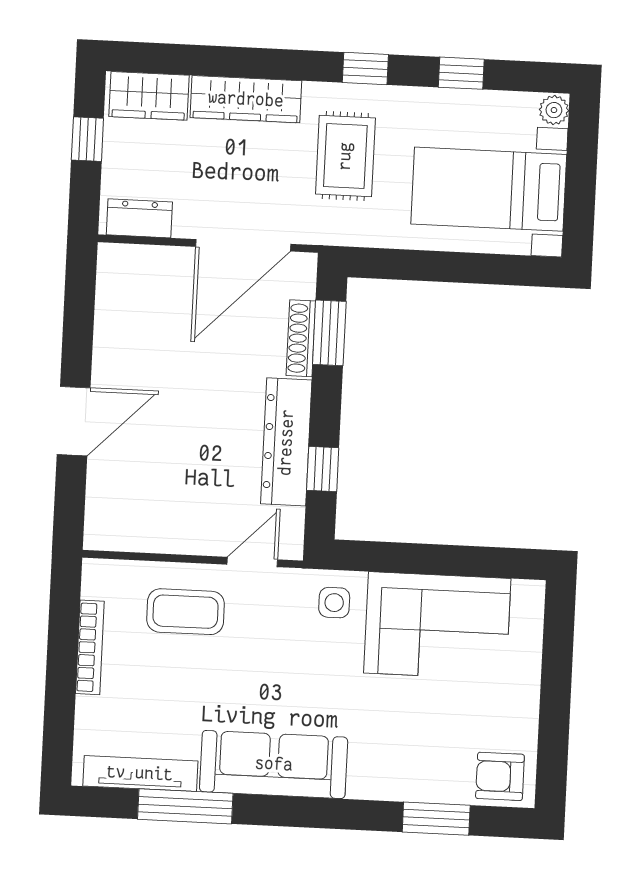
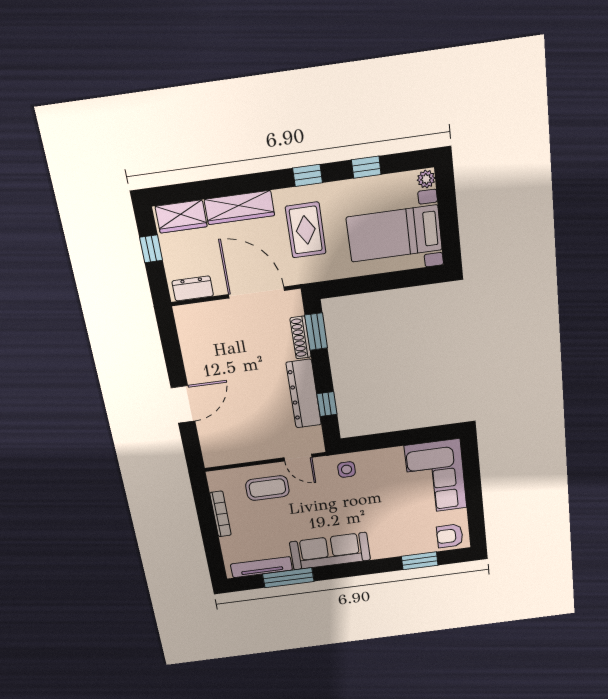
door: (243, 245) -> (256, 292), swing flipped
door: (252, 562) -> (298, 458), swing flipped
corner sofa: (437, 626) -> (436, 477), moved, turned 90

